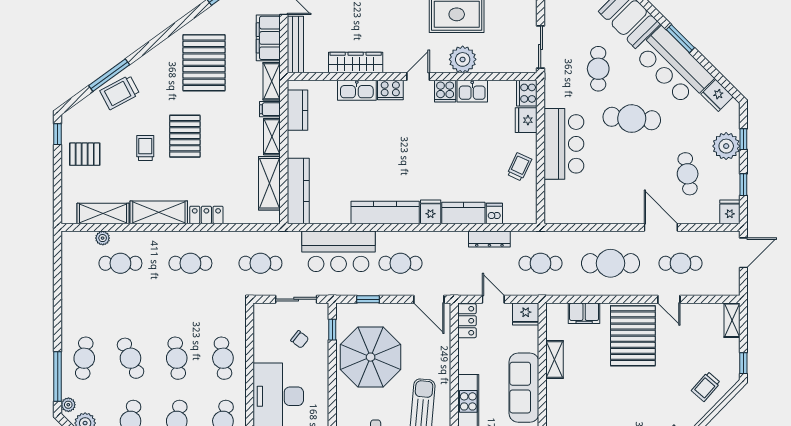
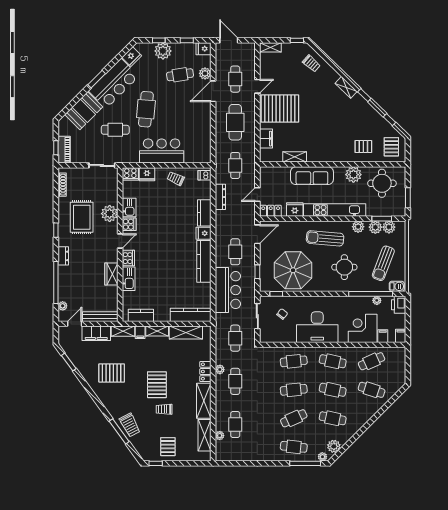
wardrobe: (356, 62) -> (111, 274), width x0.67
pallet: (204, 63) -> (112, 373), width x0.73, depth x0.71
door: (418, 77) -> (120, 241), swing flipped
pallet: (185, 136) -> (157, 385), turned 90
dishwasher: (494, 213) -> (205, 175), moved
plant: (690, 214) -> (205, 73), added
plant: (210, 238) -> (220, 369), added
fridge: (526, 314) -> (295, 209), moved, turned -90

